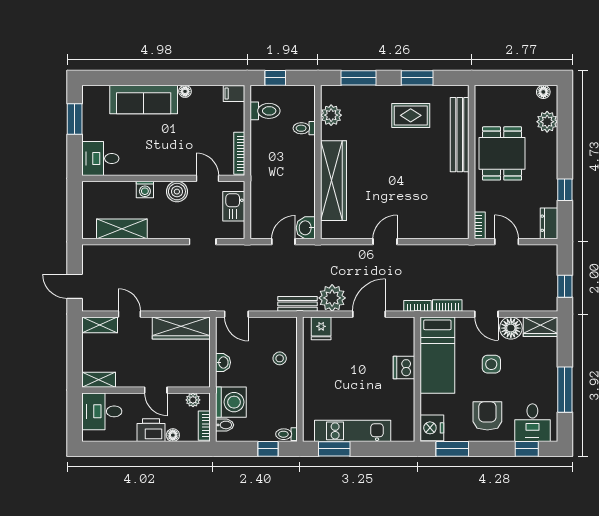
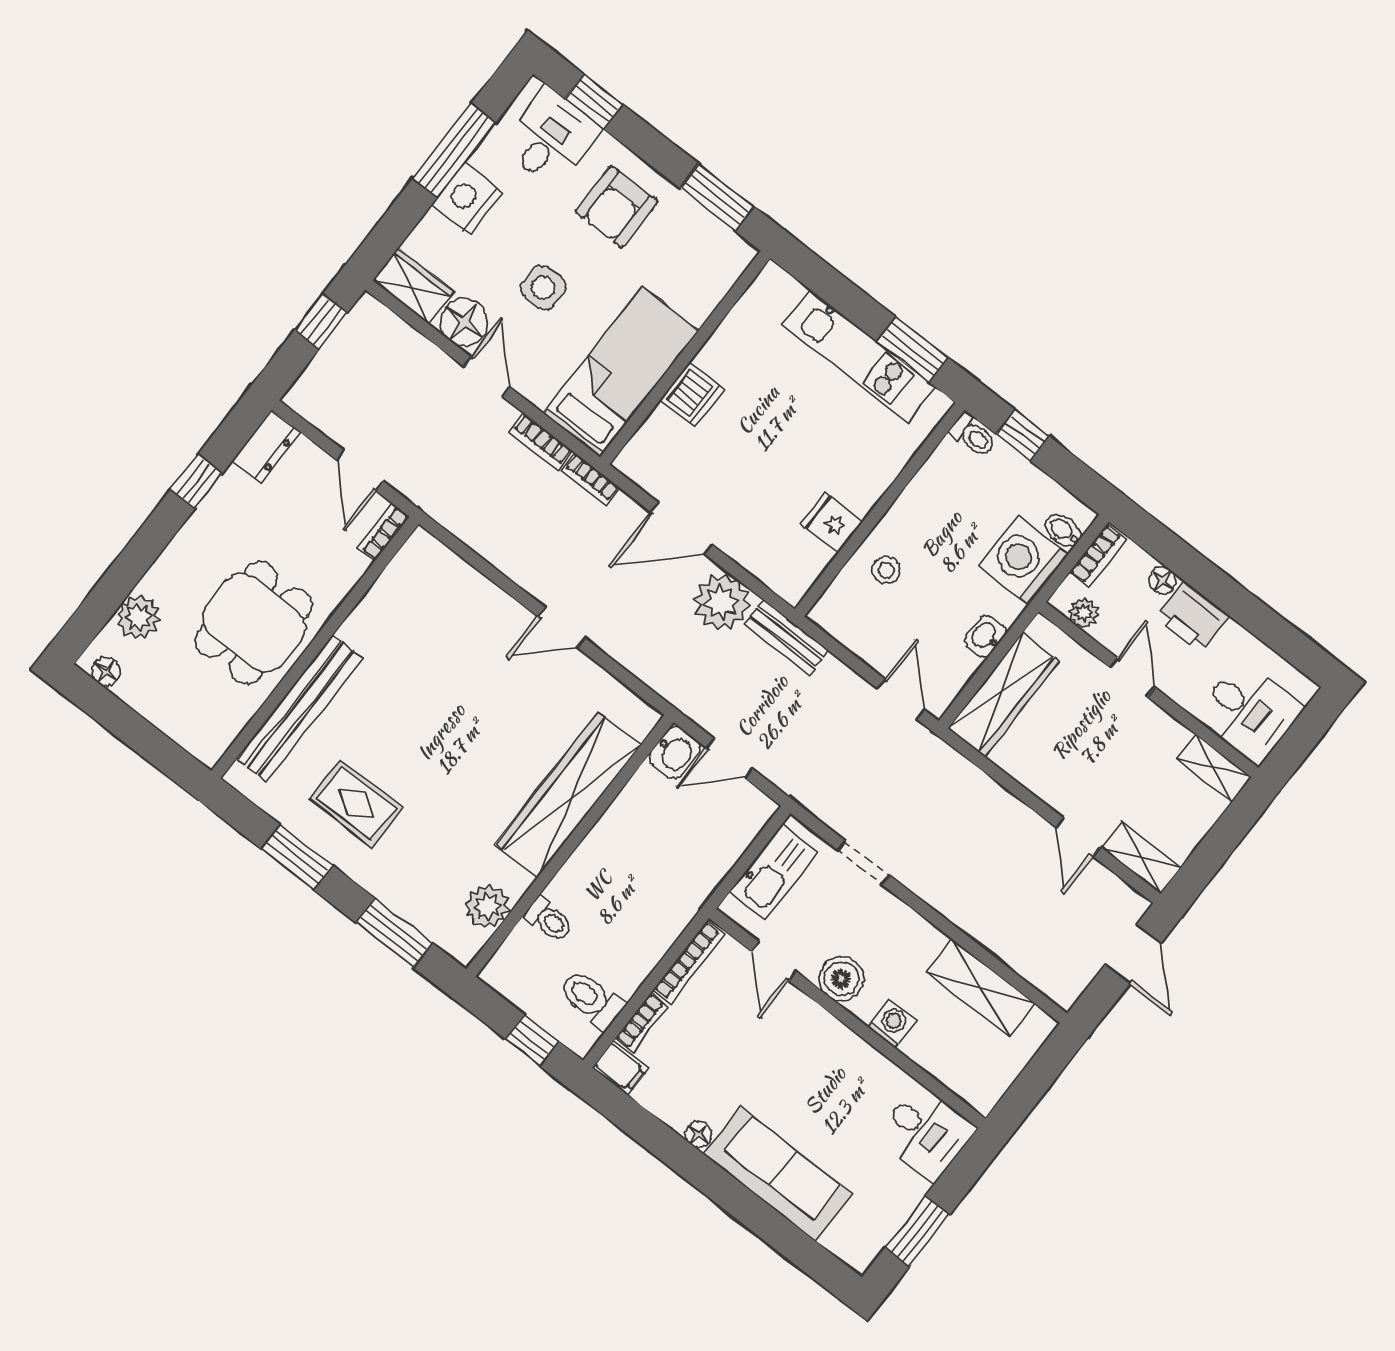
bookcase: (239, 117) -> (642, 1022), added
kitchen sink: (234, 206) -> (773, 872), width x1.38
wardrobe: (181, 328) -> (1003, 695), moved, turned 90
fridge: (321, 328) -> (832, 523), moved, turned -90
nightstand: (432, 428) -> (467, 199), moved, turned 180

